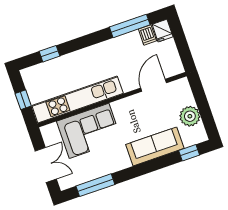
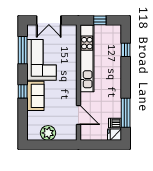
corner sofa: (89, 131) -> (42, 60), moved, turned 180
sofa: (155, 146) -> (35, 96), width x0.73
window: (189, 153) -> (23, 91), moved

